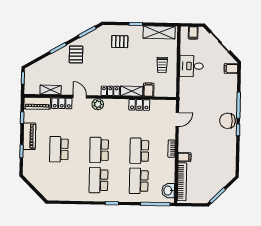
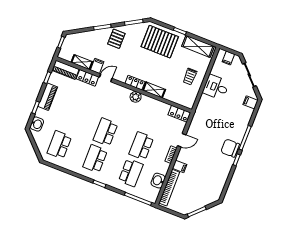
pallet: (120, 42) -> (160, 42), width x2.05, depth x2.00
filing cabinet: (149, 90) -> (97, 66), moved
door: (80, 97) -> (106, 78), hinge flipped
plant: (98, 104) -> (136, 97), moved
locker: (139, 105) -> (179, 114), moved
door: (177, 119) -> (182, 140), moved
school desk: (59, 149) -> (59, 145), moved
washbasin: (29, 167) -> (37, 124), added
school desk: (139, 181) -> (131, 173), turned 180
washbasin: (168, 191) -> (158, 181), moved

